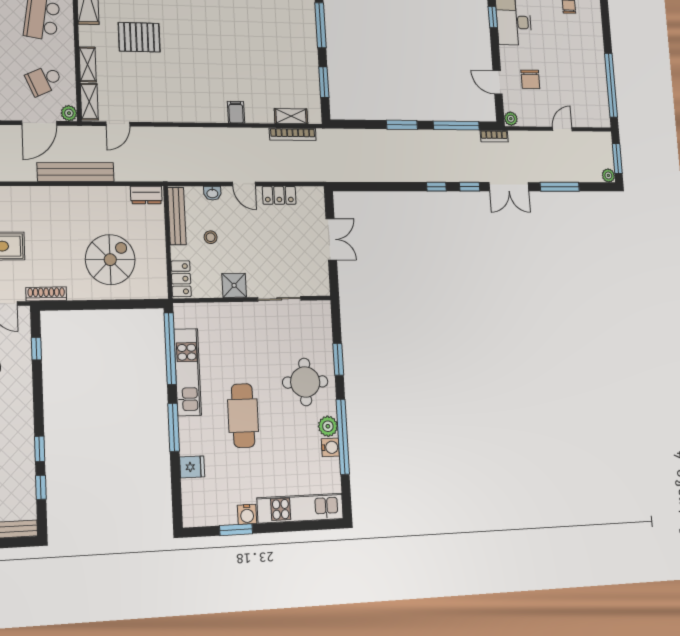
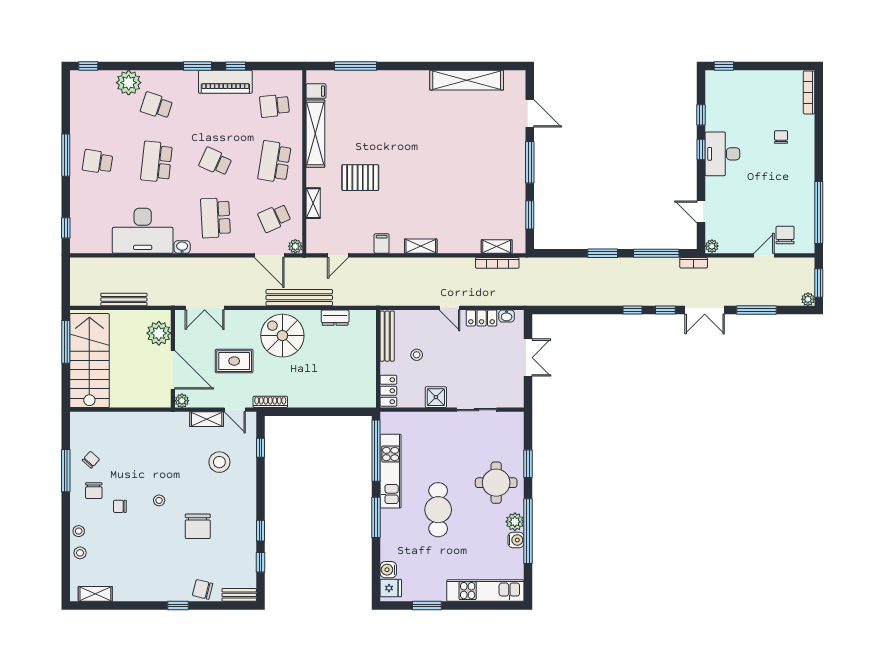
chair: (530, 79) -> (785, 235), moved, turned 180
shelving: (89, 102) -> (421, 246), moved, turned 90
filing cabinet: (236, 112) -> (382, 244), moved
door: (39, 123) -> (269, 255), hinge flipped
washbasin: (212, 193) -> (507, 316), moved
dresser: (146, 195) -> (335, 318), moved
spiral stairs: (110, 260) -> (282, 336), moved, turned -90
fridge: (192, 467) -> (391, 588), moved
water cooler: (247, 514) -> (388, 570), moved, turned 90

